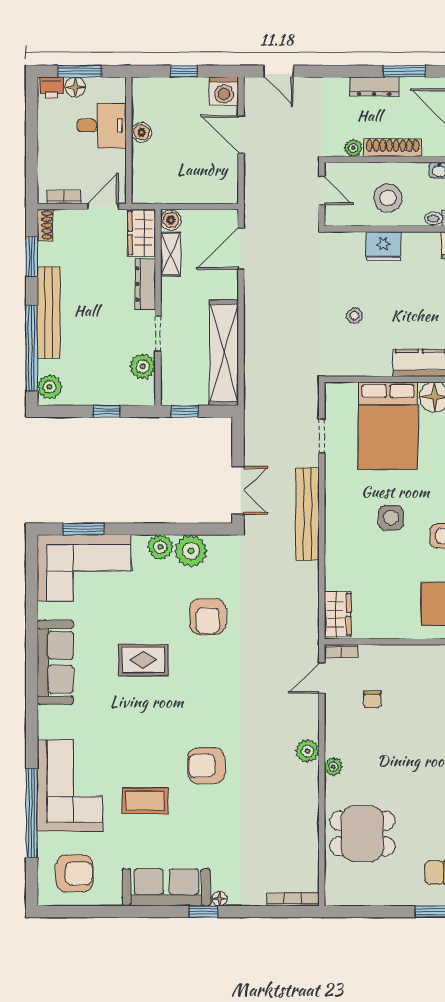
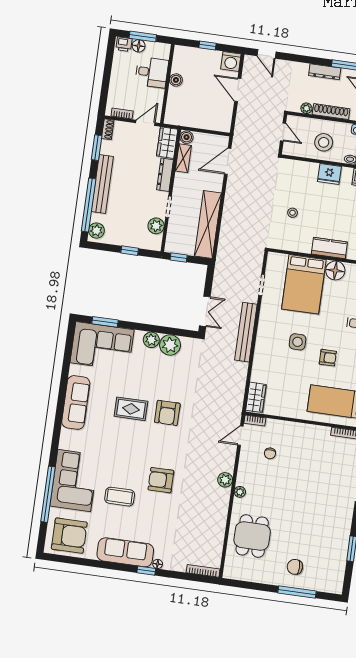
fridge: (383, 246) -> (329, 174), moved
armchair: (208, 616) -> (167, 413), moved
dining table: (362, 834) -> (252, 536), turned 90
armchair: (74, 873) -> (69, 536), width x1.36, depth x1.36

